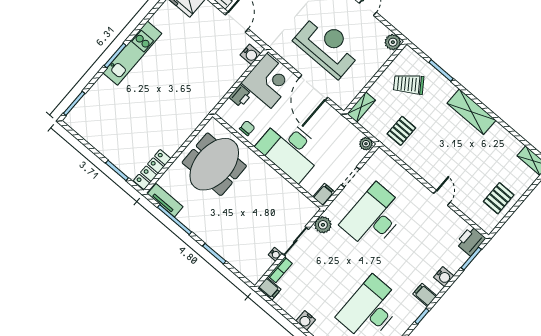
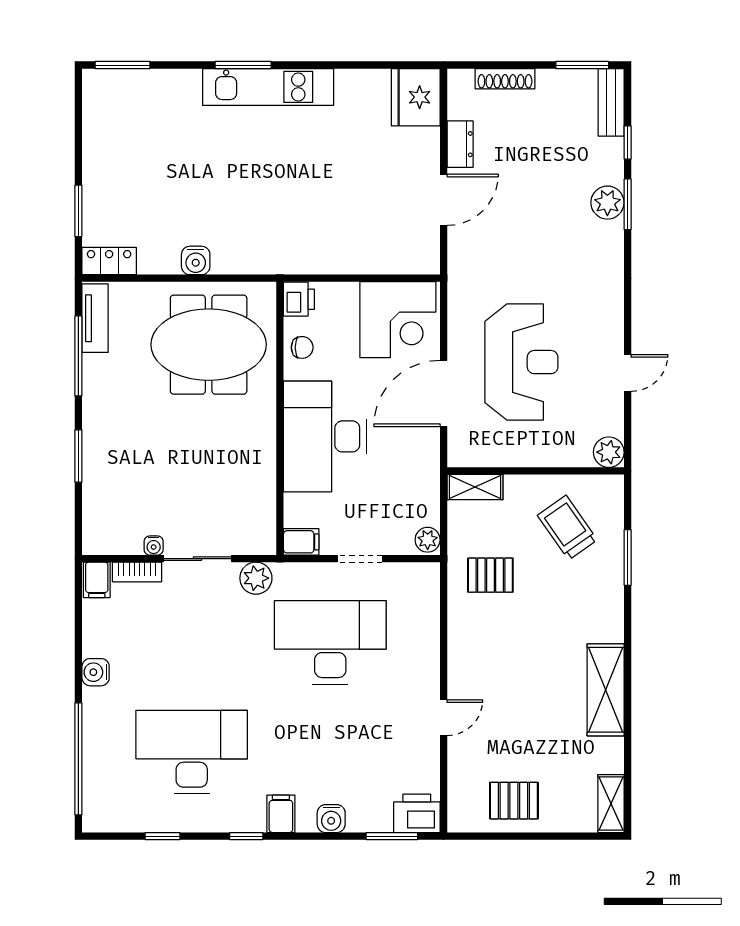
water cooler: (250, 54) -> (196, 260), moved
printer: (240, 96) -> (299, 299), moved, turned -90
shelving: (471, 112) -> (606, 690), moved
locker: (152, 170) -> (109, 261), width x0.66

